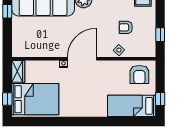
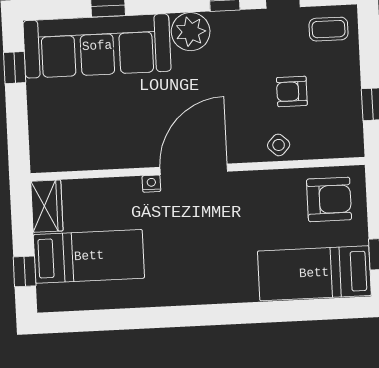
armchair: (139, 75) -> (329, 199), turned -90
bed: (35, 99) -> (89, 256), width x0.67

